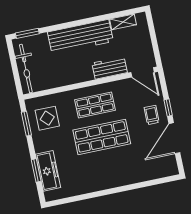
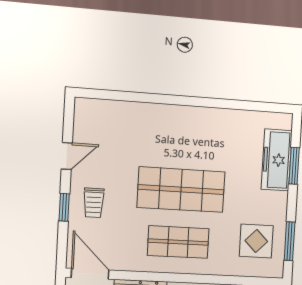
door: (174, 138) -> (67, 156), width x0.53

